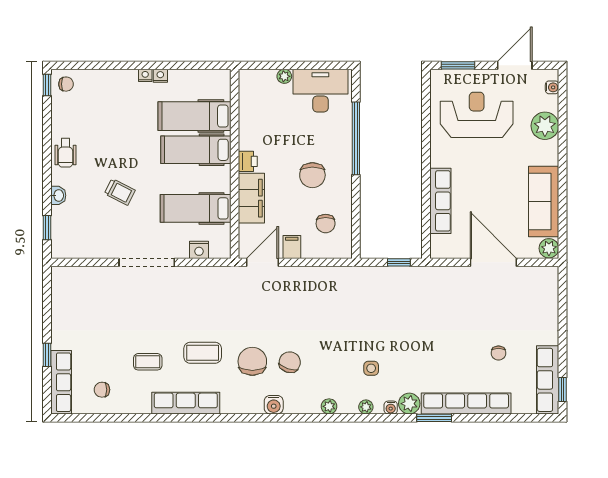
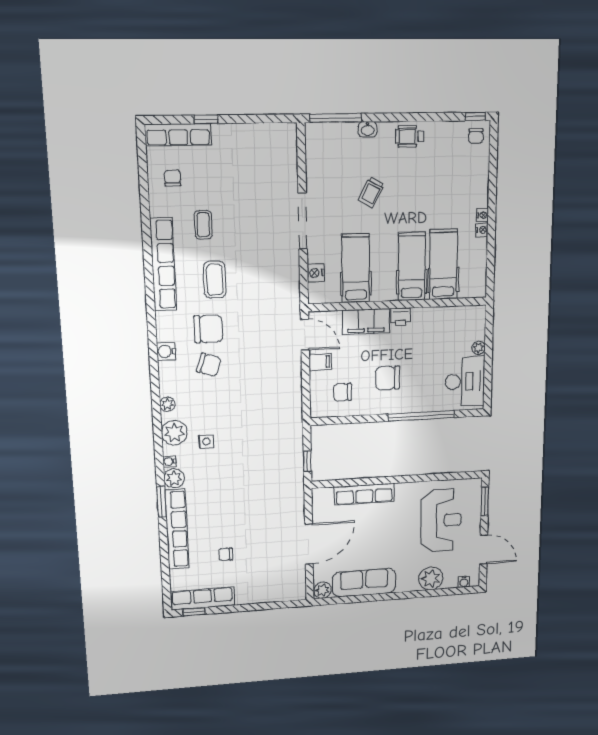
window: (47, 228) -> (336, 118), width x2.17
row of seats: (186, 403) -> (163, 264), width x1.36
plant: (366, 407) -> (174, 433), width x1.88, depth x1.88

